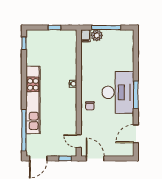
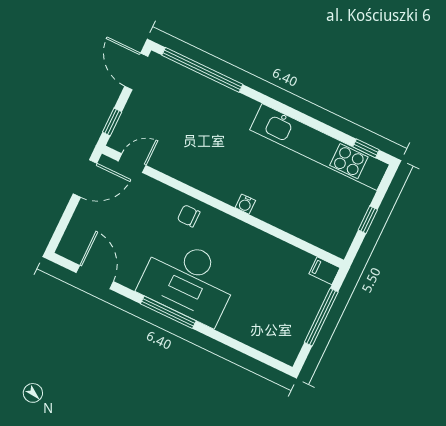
plant: (97, 35) -> (315, 292), removed
kitchen unit: (33, 100) -> (320, 147), moved

